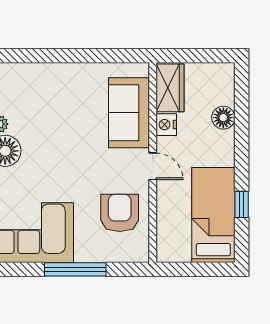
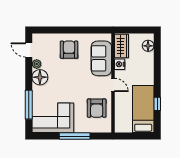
armchair: (64, 95) -> (69, 50), added
floor lamp: (223, 118) -> (148, 46), moved
armchair: (120, 213) -> (97, 108), turned 180

